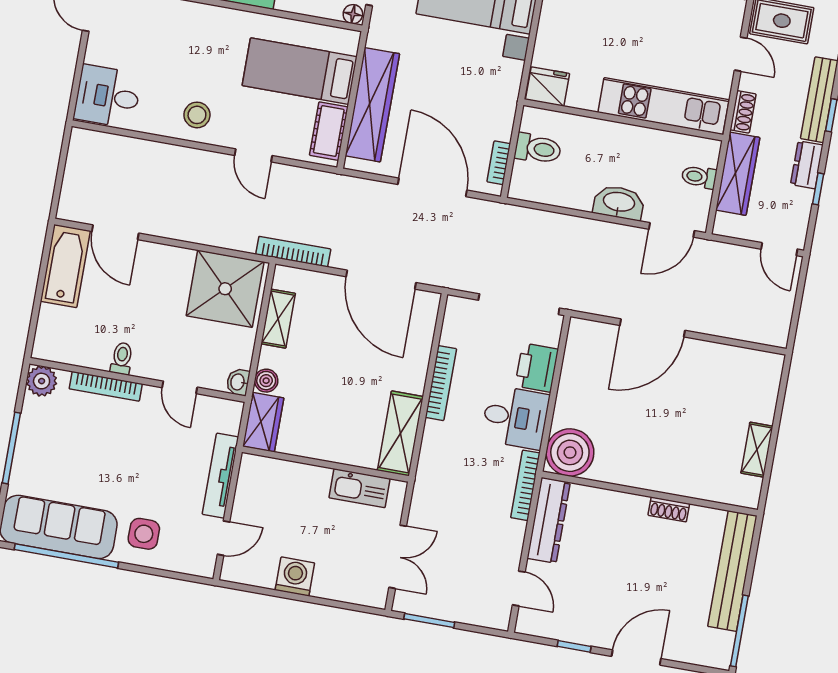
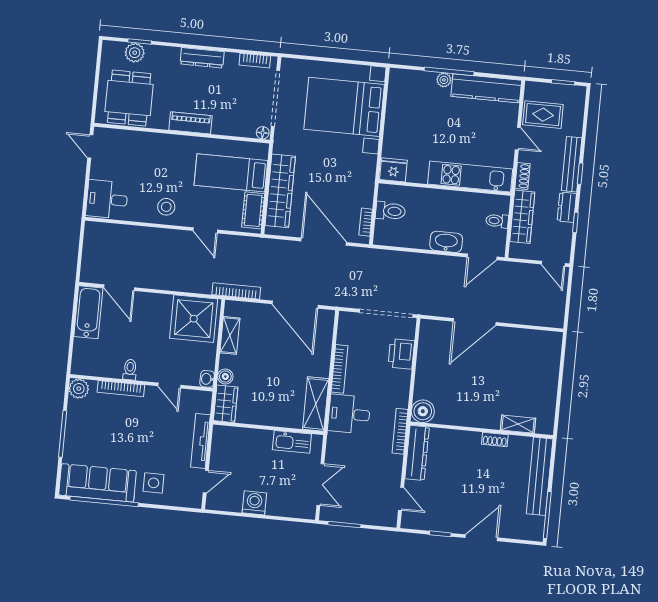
desk: (515, 417) -> (349, 414), moved, turned 180
shelving: (757, 450) -> (518, 424), moved, turned 90
boiler: (570, 452) -> (423, 411), width x0.73, depth x0.73

